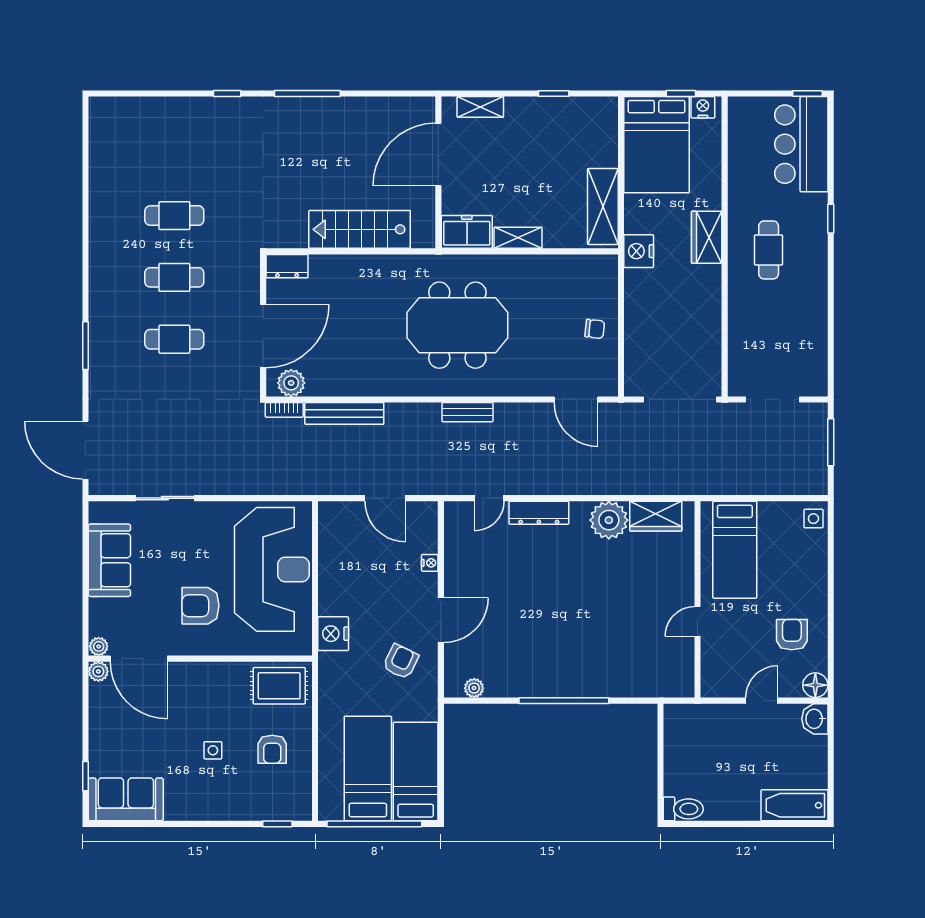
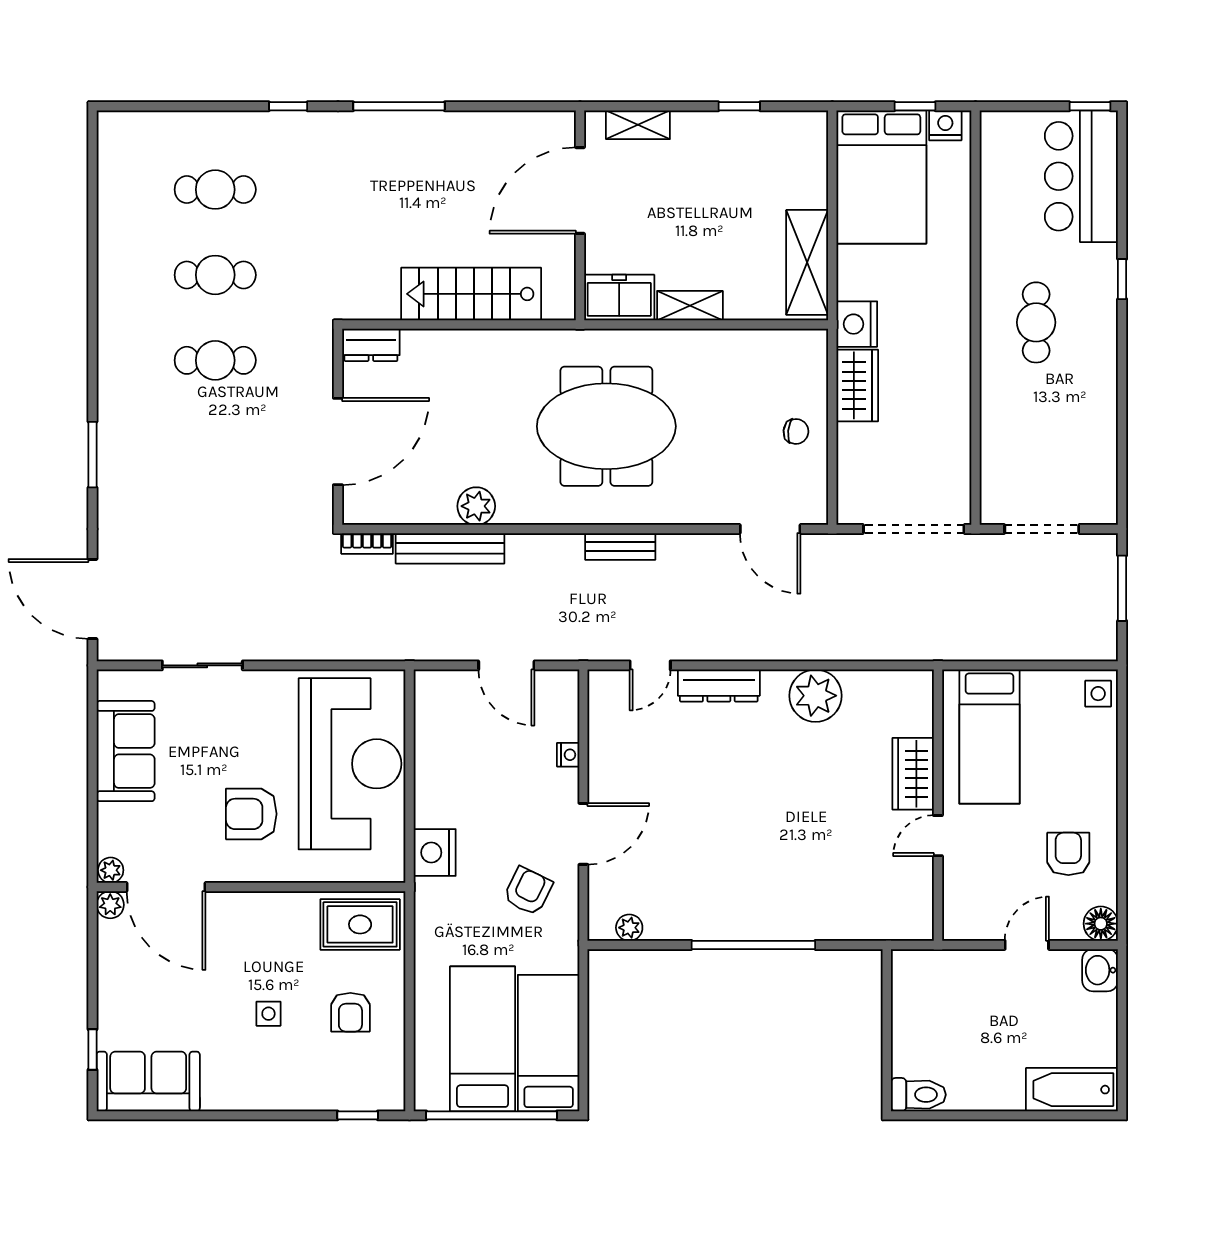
wardrobe: (707, 237) -> (857, 385), moved, turned 180
cafe table: (174, 339) -> (215, 190), moved
plant: (291, 383) -> (476, 506), moved
wardrobe: (656, 516) -> (913, 774), moved, turned 90

